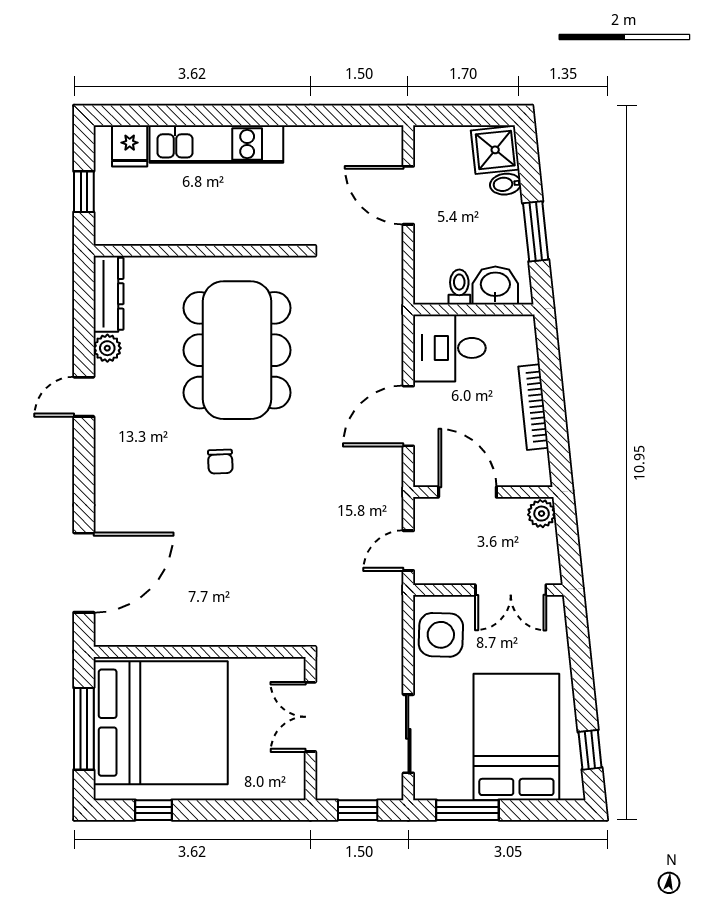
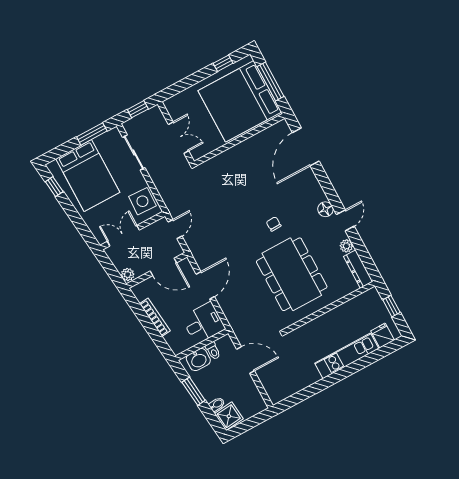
door: (408, 195) -> (245, 360), moved
floor lamp: (109, 437) -> (325, 209), added

